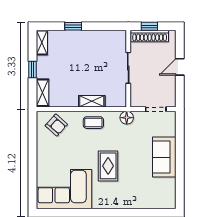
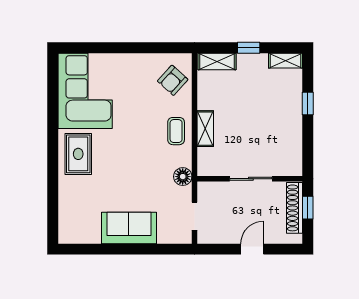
door: (180, 67) -> (252, 249), hinge flipped
rug: (108, 166) -> (78, 154), moved, turned 90

